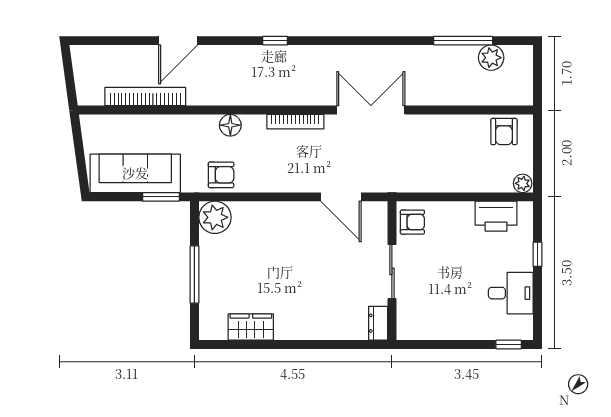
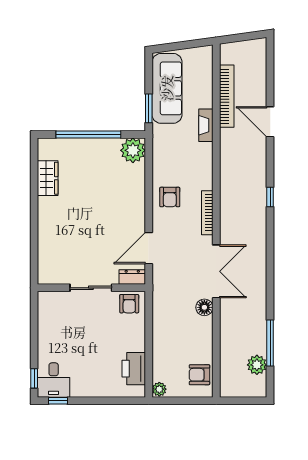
fireplace: (183, 123) -> (206, 125), added
floor lamp: (230, 125) -> (204, 307), moved
armchair: (221, 175) -> (170, 197), moved
window: (537, 254) -> (58, 401), moved
window: (194, 275) -> (88, 134), width x1.46
desk: (511, 293) -> (54, 380), moved
dresser: (378, 323) -> (132, 277), moved

